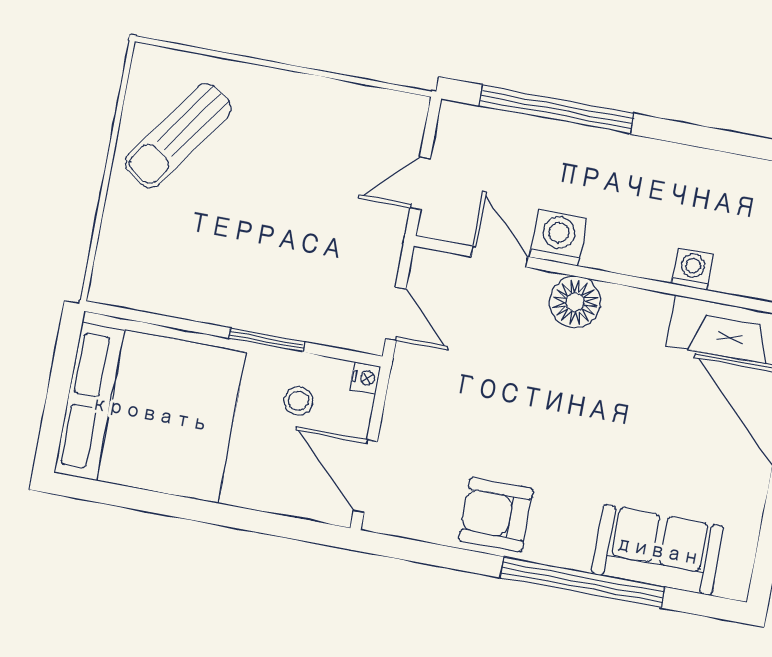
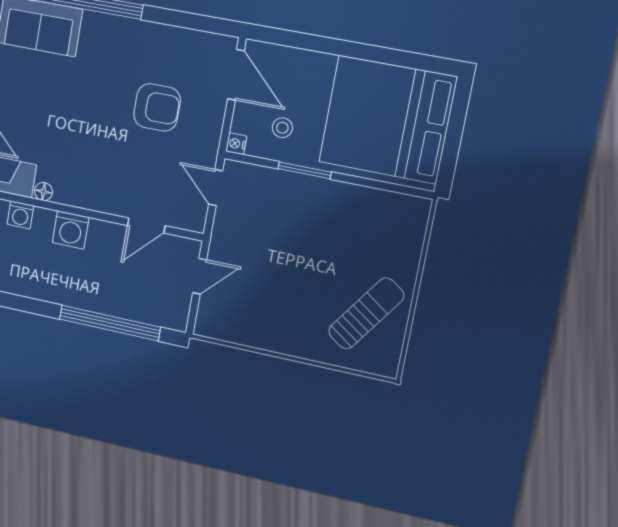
washing machine: (558, 237) -> (71, 230), moved
door: (499, 257) -> (146, 226), hinge flipped
floor lamp: (575, 302) -> (43, 192), moved, width x0.53, depth x0.53
armchair: (496, 515) -> (157, 107), moved

